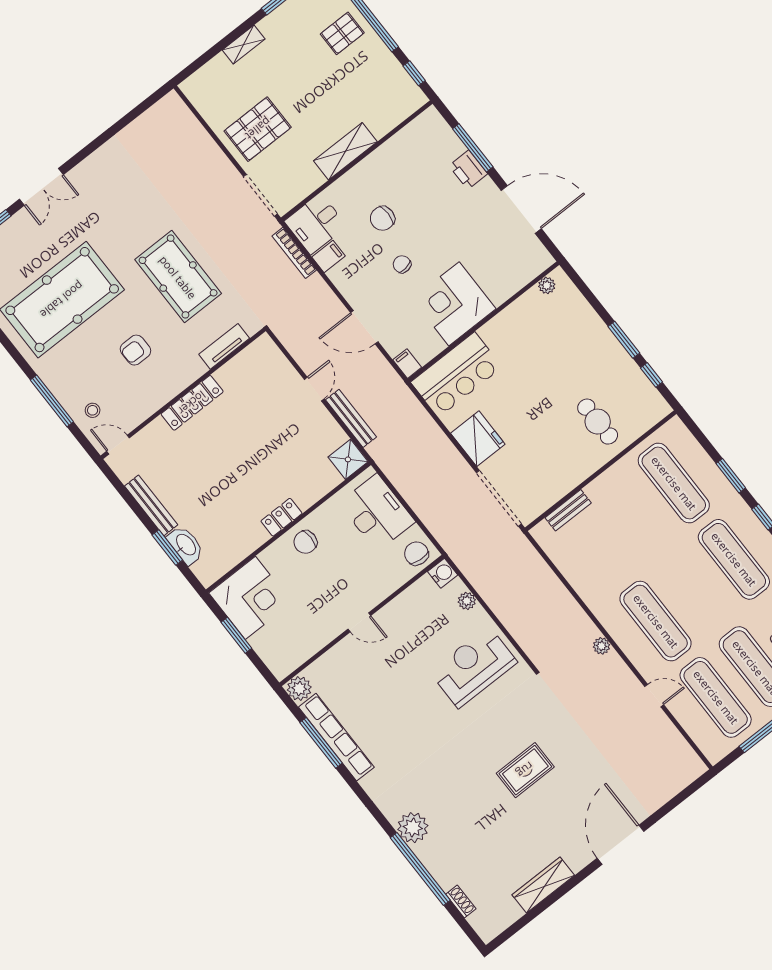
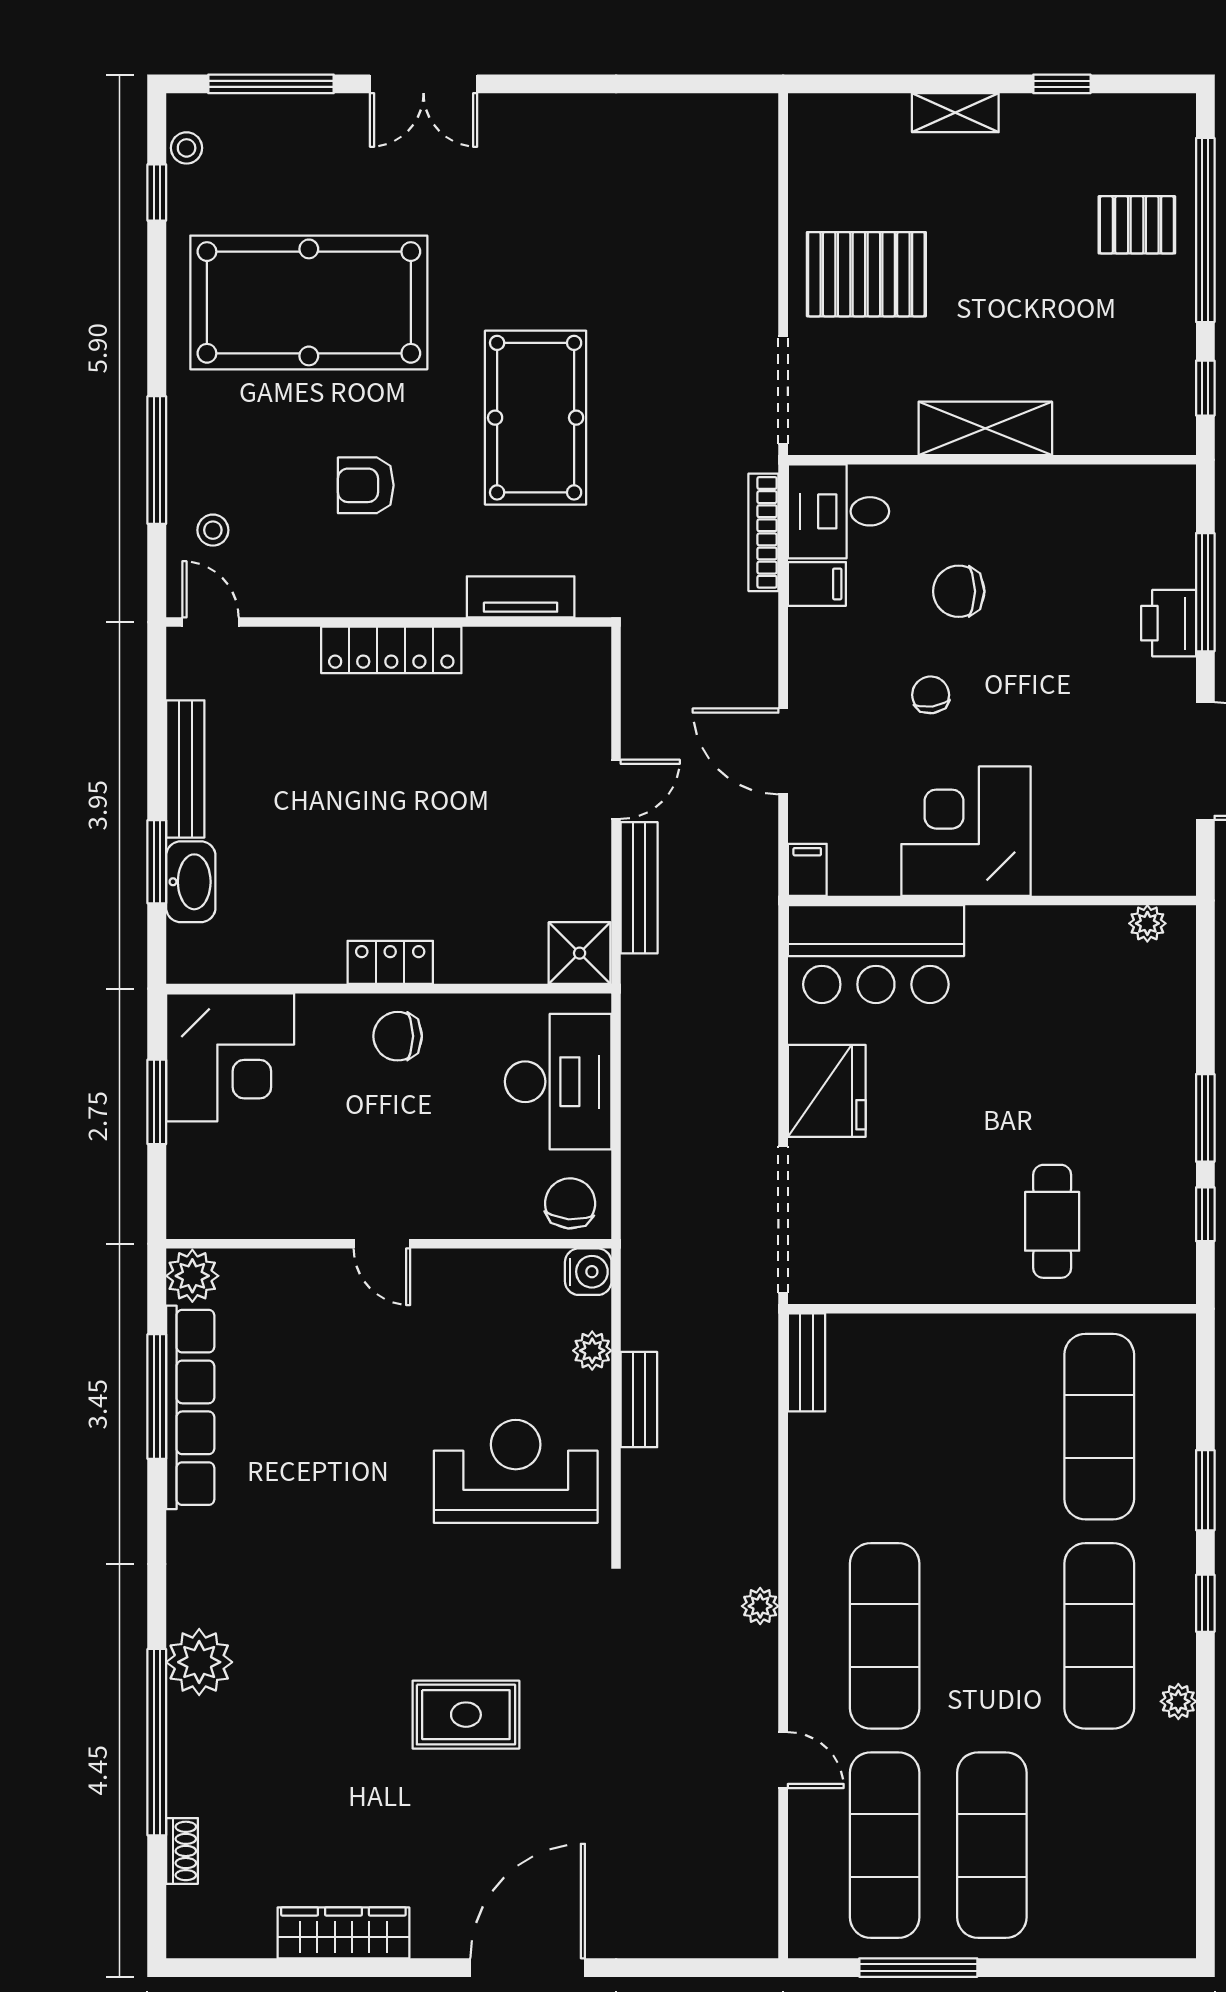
bench: (568, 510) -> (806, 1362), moved, turned 90
bench: (498, 605) -> (639, 1400), added

